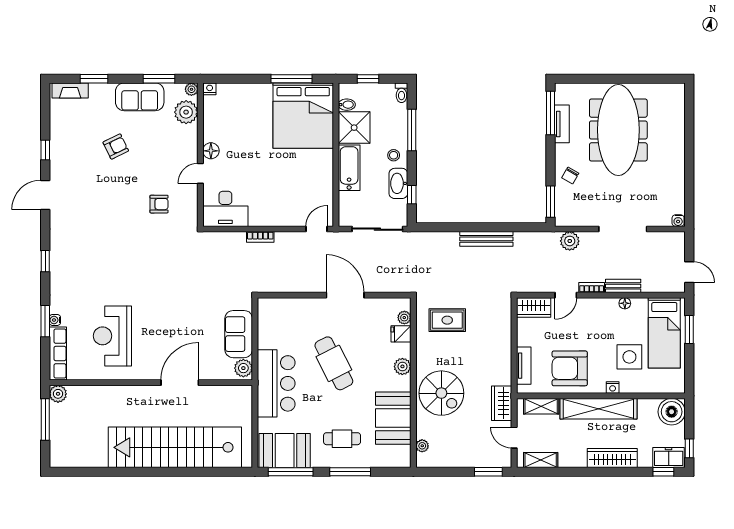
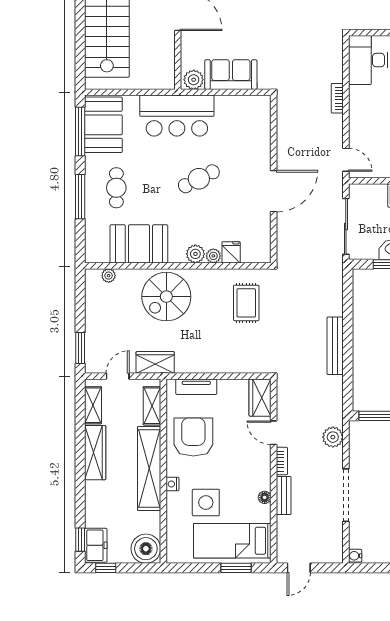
plant: (404, 318) -> (213, 256), moved
cafe table: (334, 363) -> (199, 179), width x0.73, depth x0.74
wardrobe: (612, 458) -> (95, 453), moved

